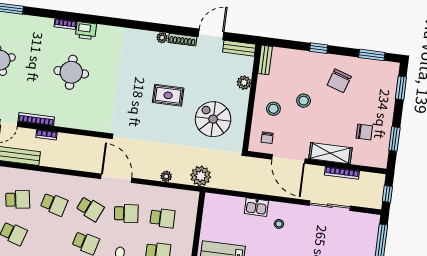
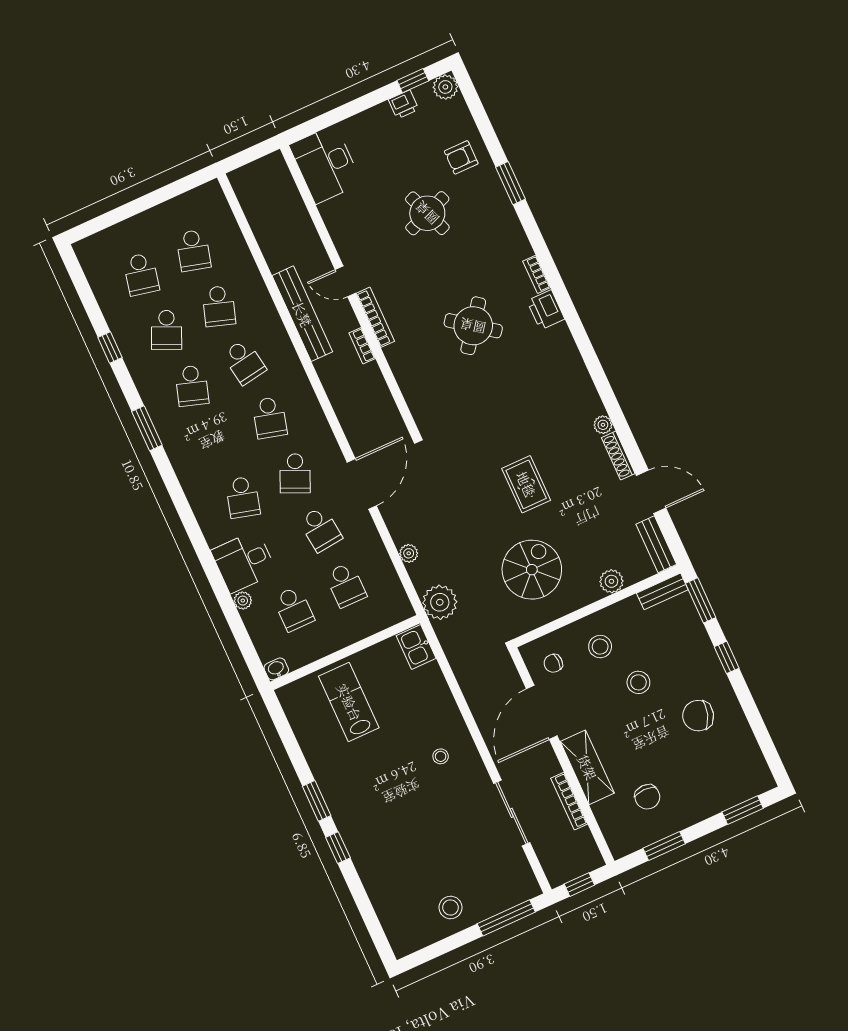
window: (372, 55) -> (701, 600), moved
round table: (71, 72) -> (473, 326), turned 37
kitchen sink: (256, 207) -> (416, 647), moved

